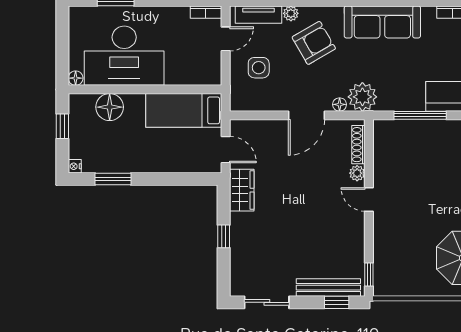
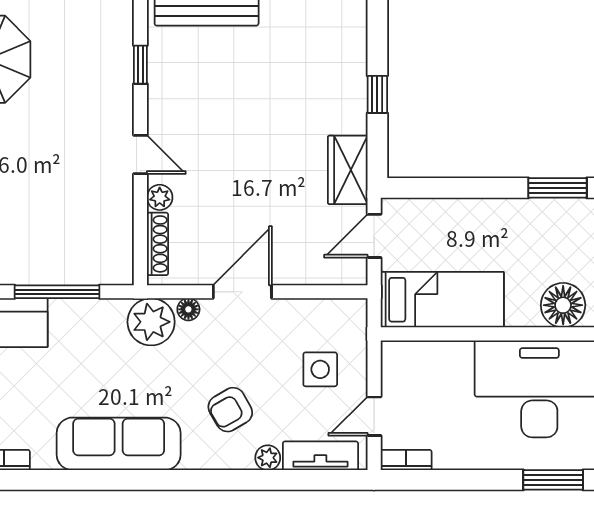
armchair: (314, 43) -> (230, 410), width x0.72, depth x0.72
door: (226, 150) -> (374, 236), hinge flipped
window: (369, 275) -> (140, 65), moved

